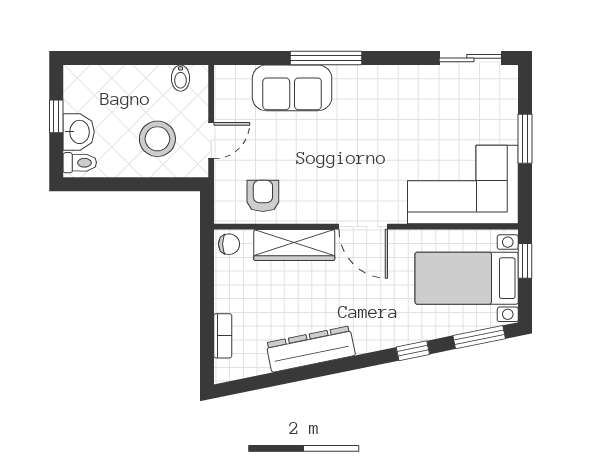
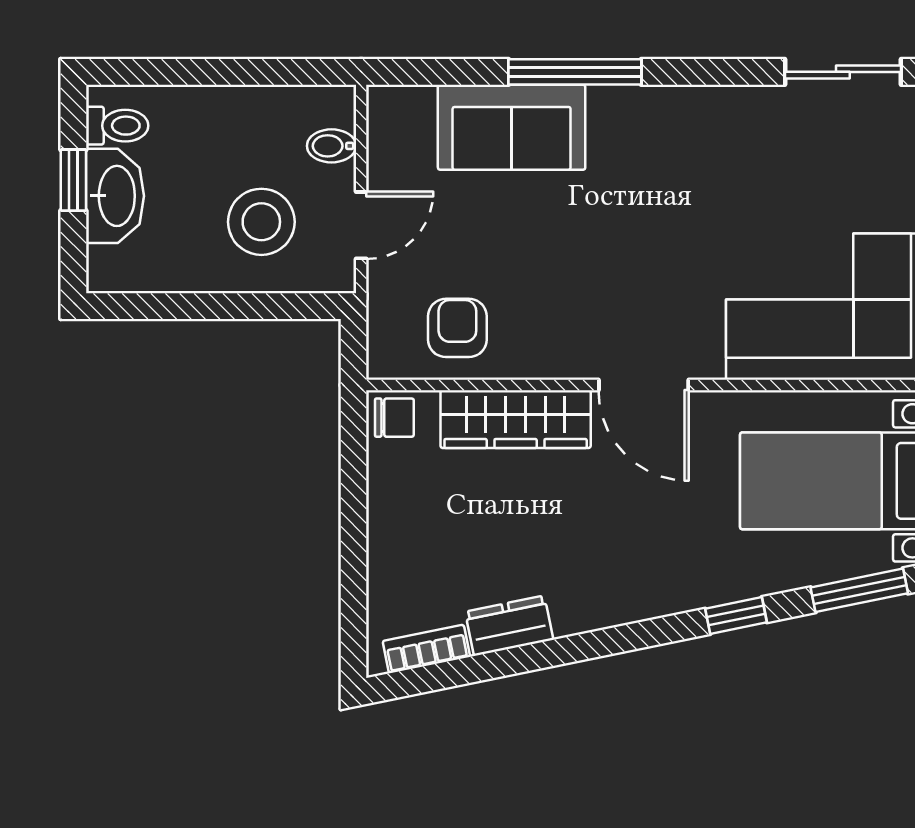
bidet: (180, 78) -> (332, 146), moved, turned 90
washbasin: (79, 132) -> (115, 196), width x1.38
toilet: (80, 163) -> (117, 126), moved
bookcase: (223, 336) -> (426, 649), moved, turned -102
dresser: (311, 349) -> (509, 626), width x0.51, depth x0.80

